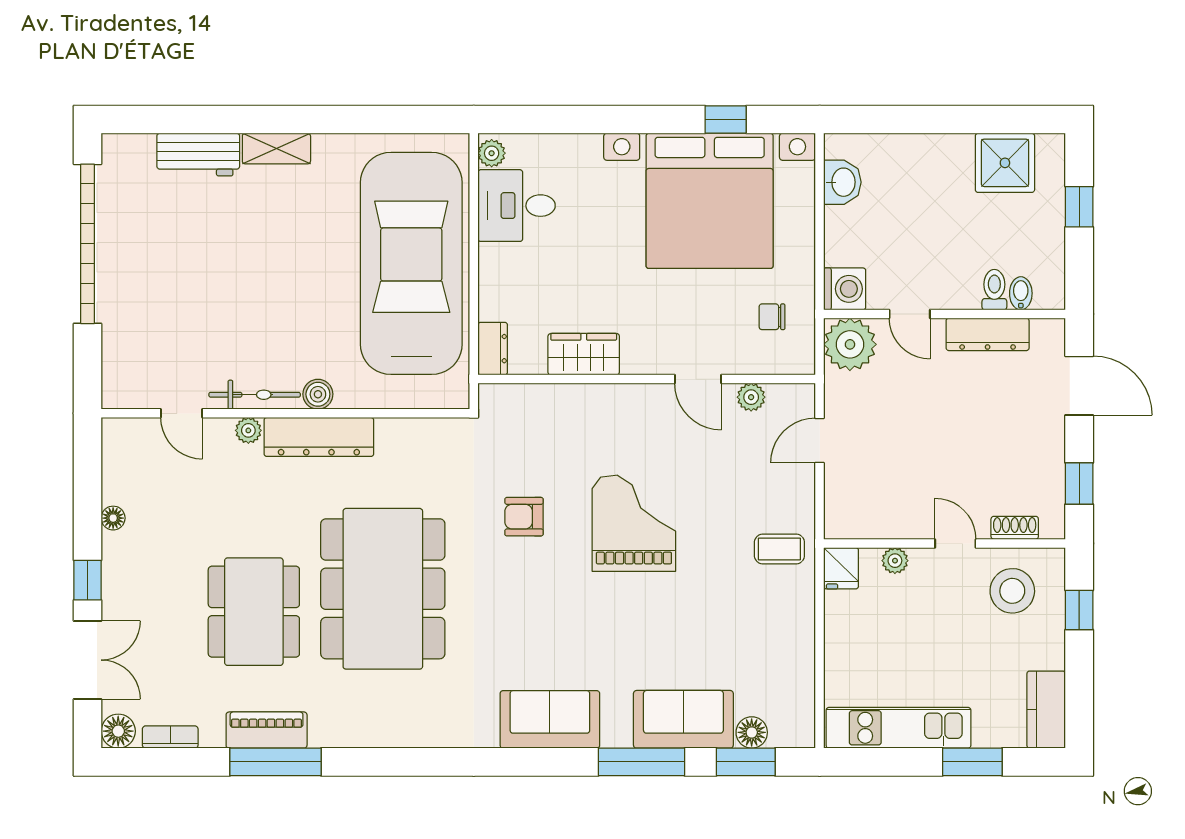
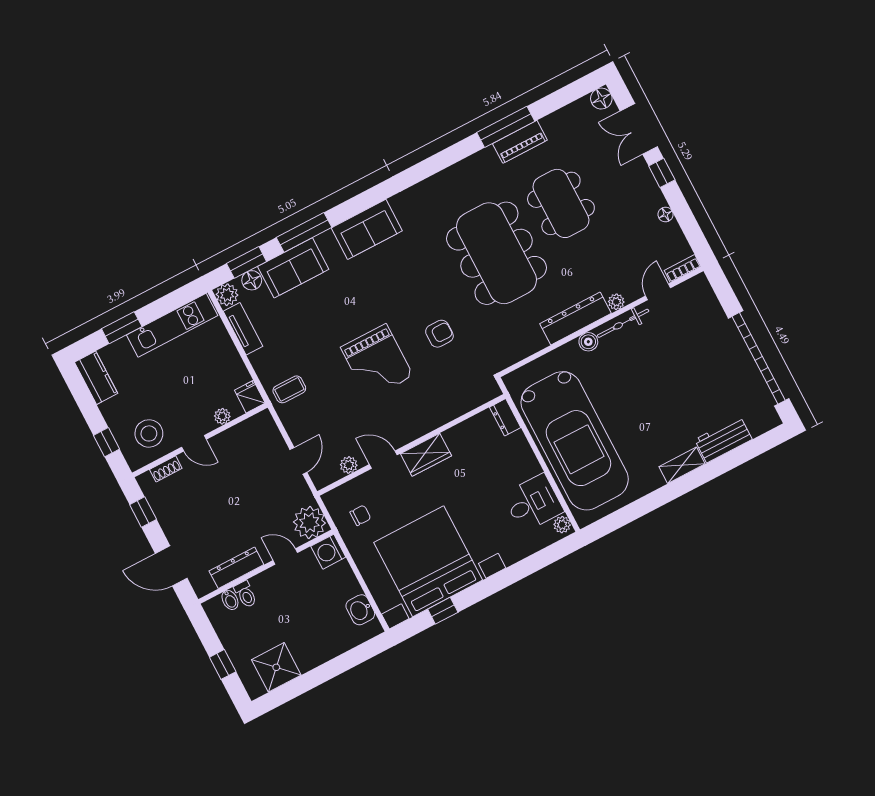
wardrobe: (584, 354) -> (426, 455), moved
door: (182, 413) -> (658, 292), hinge flipped
tv unit: (800, 670) -> (243, 329), added
plant: (798, 730) -> (227, 295), added
bookcase: (170, 737) -> (683, 268), moved, turned 180

